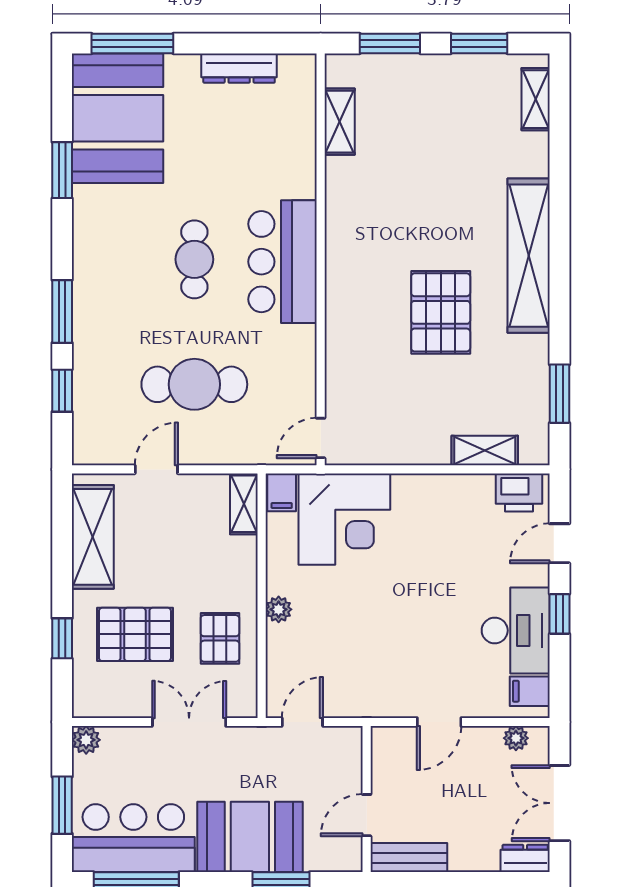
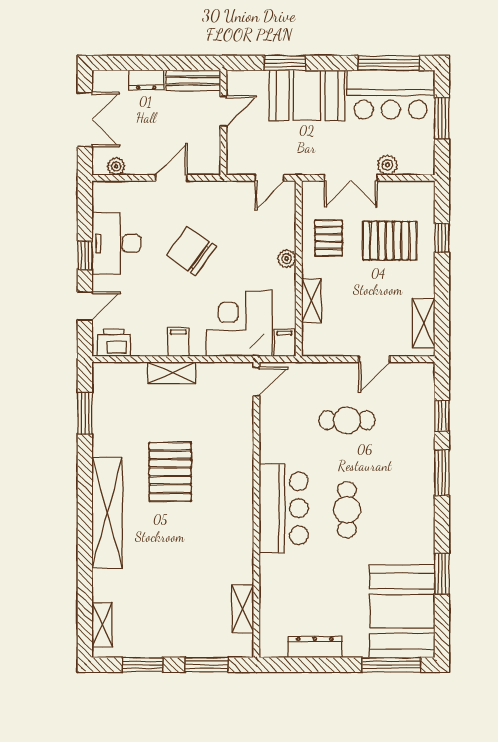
cafe table: (194, 384) -> (347, 420), width x0.73, depth x0.74
shelving: (485, 450) -> (172, 373), moved
shelving: (244, 504) -> (311, 301), moved
shelving: (93, 537) -> (424, 323), width x0.67, depth x0.75
chair: (412, 620) -> (191, 251), added
filing cabinet: (530, 691) -> (178, 342), moved, turned -90
plant: (86, 740) -> (388, 165), moved
dresser: (525, 858) -> (146, 80), moved

